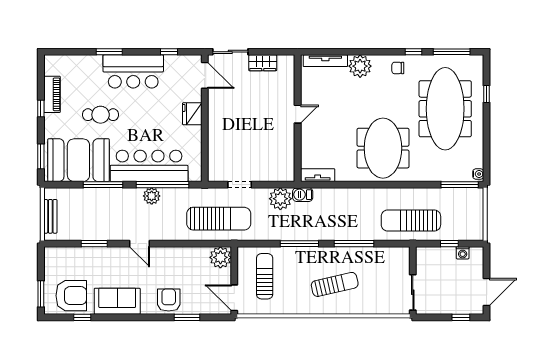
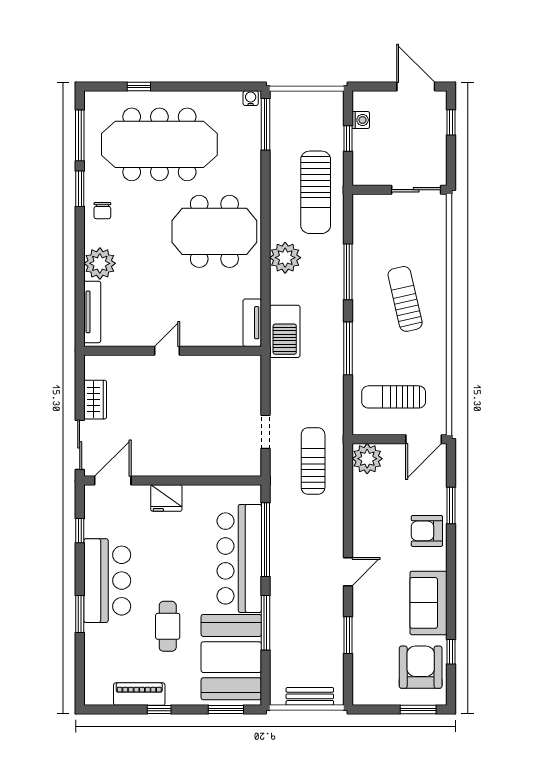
window: (413, 52) -> (80, 189), width x1.50
door: (298, 114) -> (167, 351), hinge flipped
barbecue: (303, 195) -> (285, 331), width x1.88, depth x1.53
plant: (152, 196) -> (281, 555), removed
plant: (280, 199) -> (285, 258), moved
sun lounger: (219, 219) -> (313, 461), width x0.73, depth x0.75

